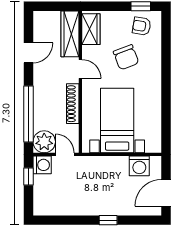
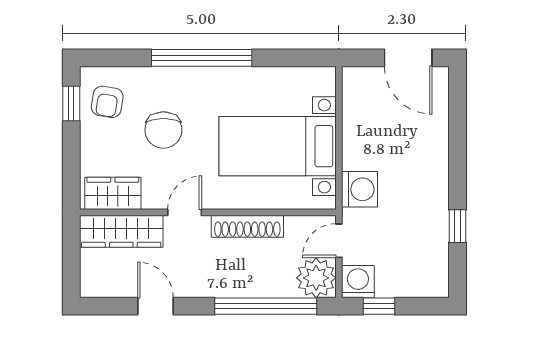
chair: (126, 57) -> (163, 130), turned 111
window: (166, 78) -> (202, 58), added
washing machine: (139, 166) -> (360, 189), moved
window: (108, 220) -> (458, 226), moved

